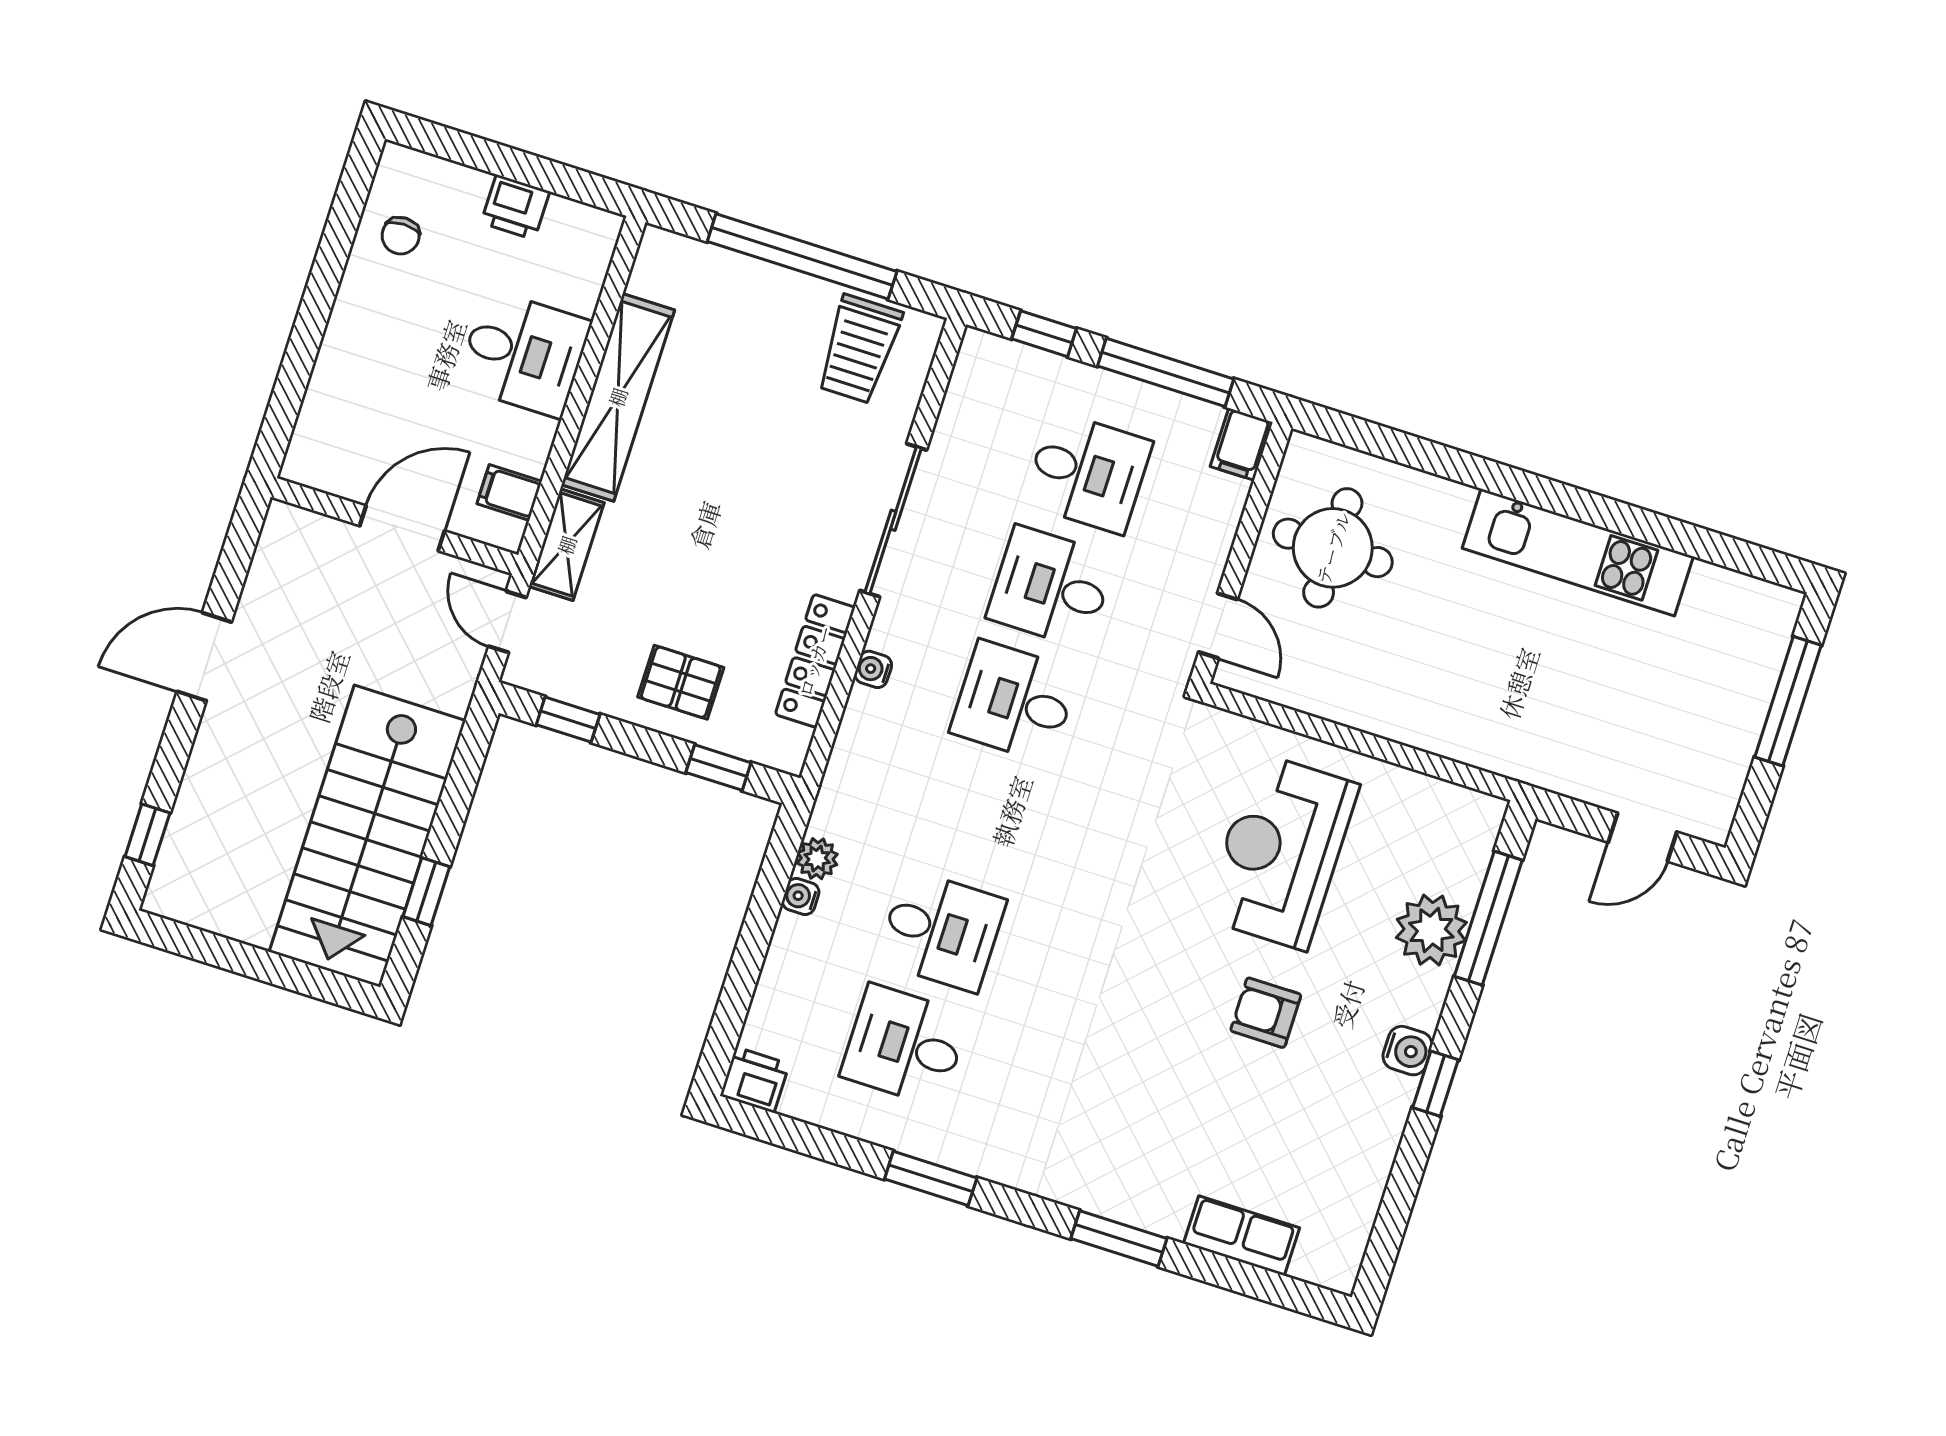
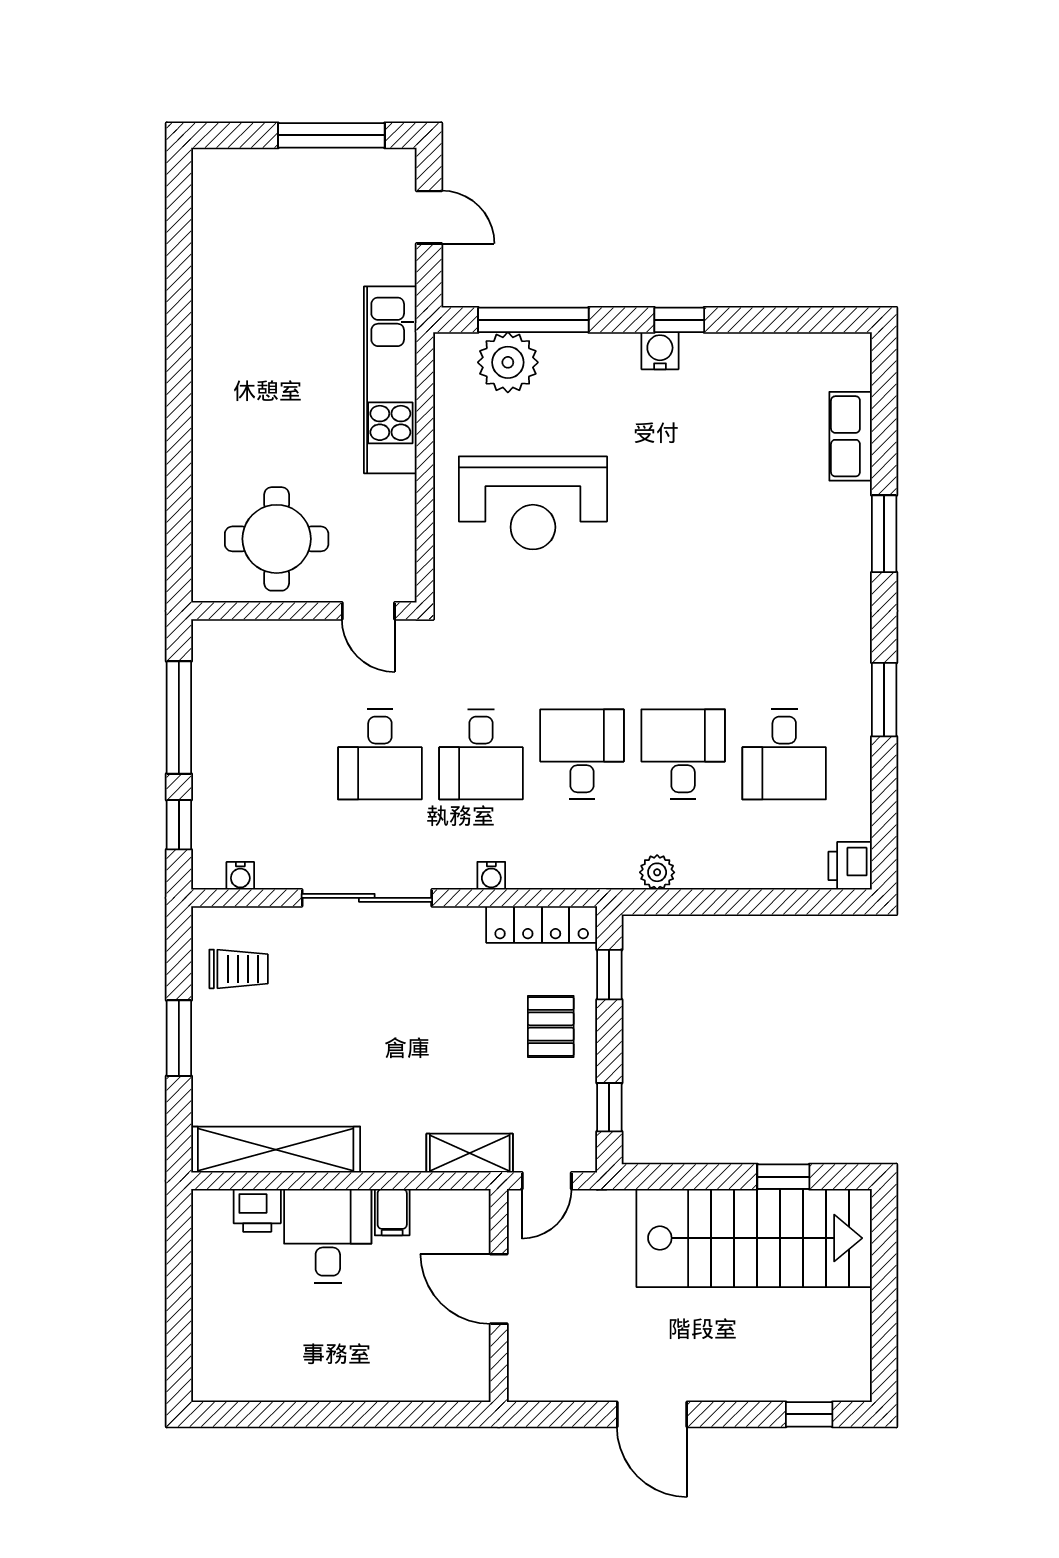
printer: (515, 207) -> (257, 1210), moved, turned 90
chair: (401, 236) -> (265, 1365), removed
window: (802, 256) -> (179, 1038), width x0.47
trolley: (859, 349) -> (239, 969), width x0.73, depth x0.72
shelving: (618, 397) -> (276, 1150), moved
filing cabinet: (1241, 444) -> (217, 638), removed
desk: (1088, 472) -> (582, 754), moved
filing cabinet: (509, 492) -> (392, 1212), moved
kitchen unit: (1578, 552) -> (390, 380), moved, turned 180
door: (1218, 626) -> (368, 611), swing flipped
locker: (815, 661) -> (542, 924), moved
window: (1788, 701) -> (331, 135), moved
water cooler: (801, 896) -> (240, 876), moved
plant: (1431, 930) -> (508, 362), moved
armchair: (1266, 1013) -> (666, 474), removed

